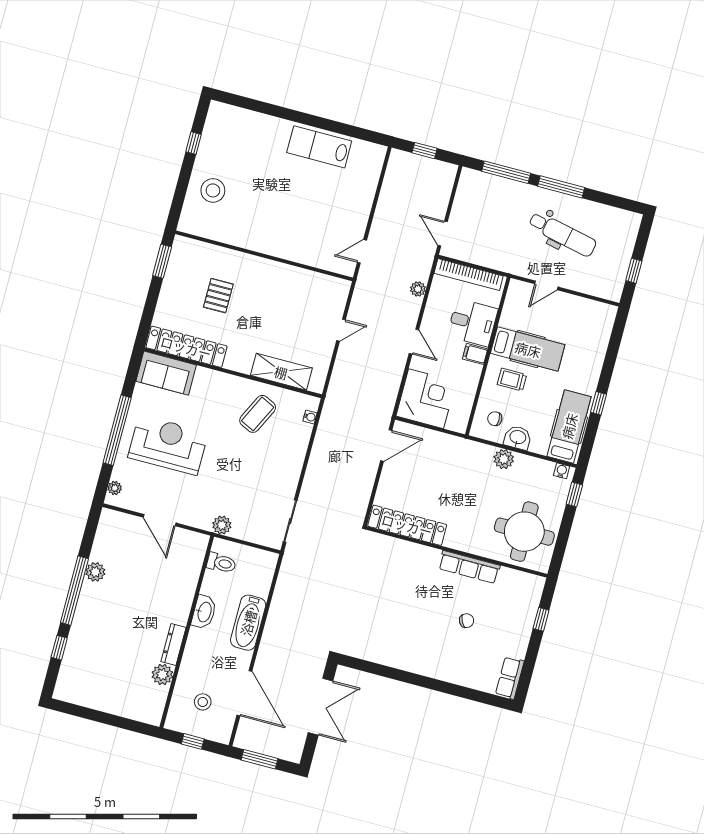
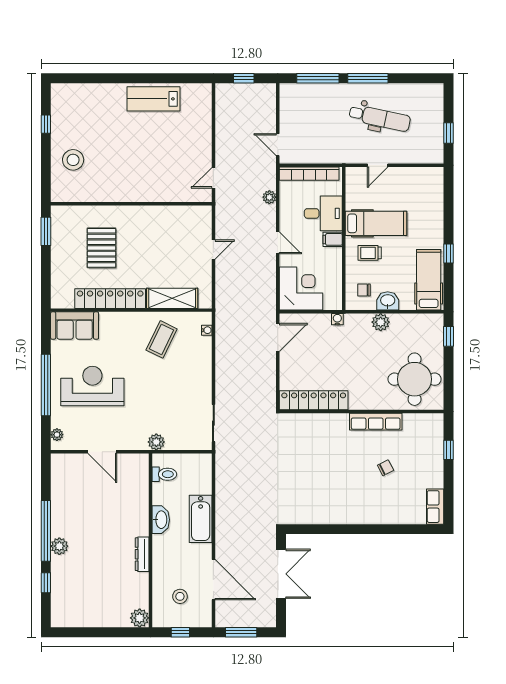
pallet: (218, 296) -> (101, 248), width x1.50, depth x1.42
locker: (186, 347) -> (110, 299), moved
water cooler: (562, 471) -> (337, 319), moved
plant: (95, 572) -> (59, 546), moved
plant: (162, 675) -> (140, 618), moved

